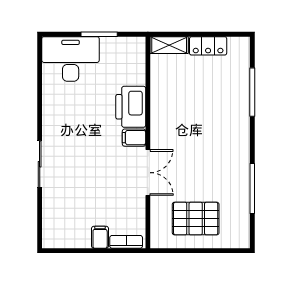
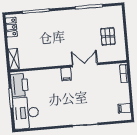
locker: (208, 46) -> (11, 27), moved
printer: (131, 107) -> (19, 85), moved, turned -90
pallet: (196, 219) -> (108, 36), width x0.67, depth x0.71
filing cabinet: (100, 237) -> (124, 108), moved

